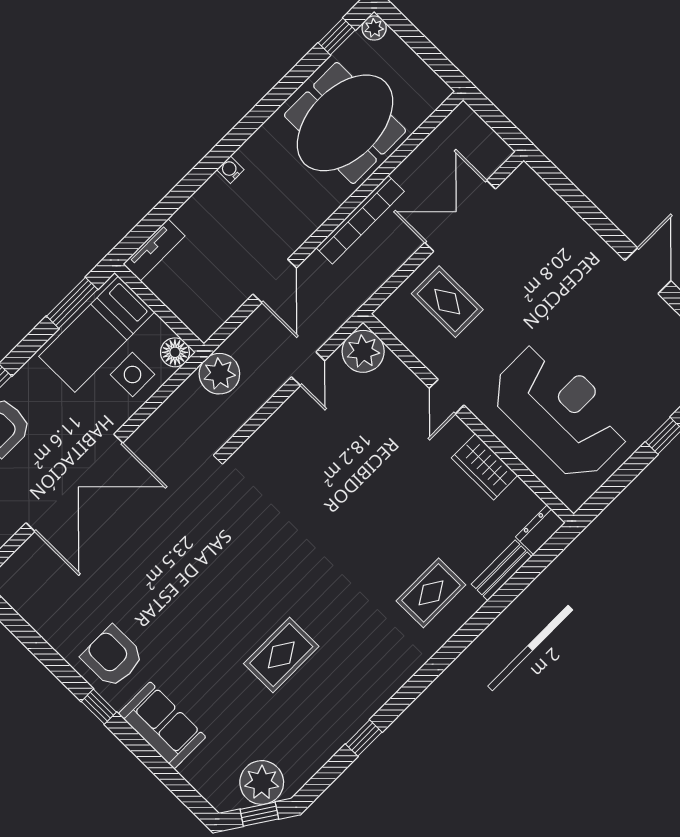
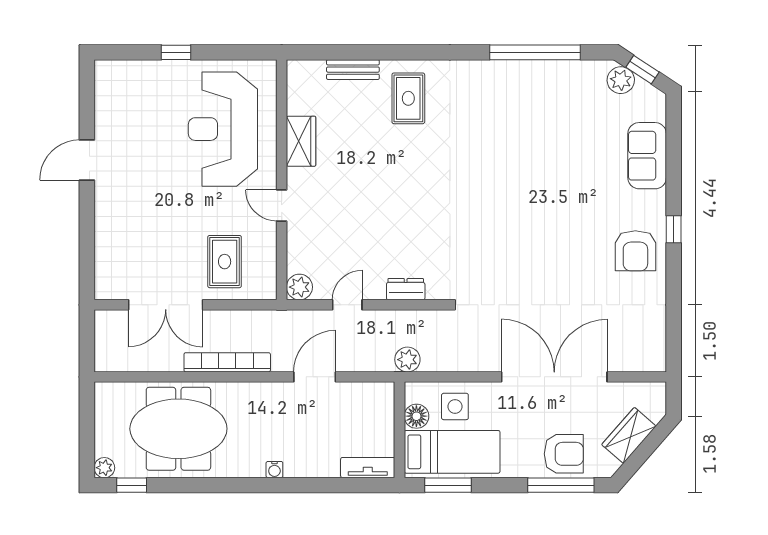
plant: (363, 351) -> (299, 287), width x0.73, depth x0.73
floor lamp: (175, 352) -> (416, 416), moved
plant: (219, 374) -> (407, 360), width x0.73, depth x0.73
door: (447, 397) -> (282, 205), swing flipped
dresser: (540, 530) -> (406, 289), moved, turned 180
rug: (431, 593) -> (408, 98), turned 90
rug: (281, 655) -> (534, 151), removed
sofa: (162, 725) -> (647, 156), moved
window: (364, 738) -> (535, 52), width x3.17
plant: (262, 782) -> (621, 80), width x0.73, depth x0.73

